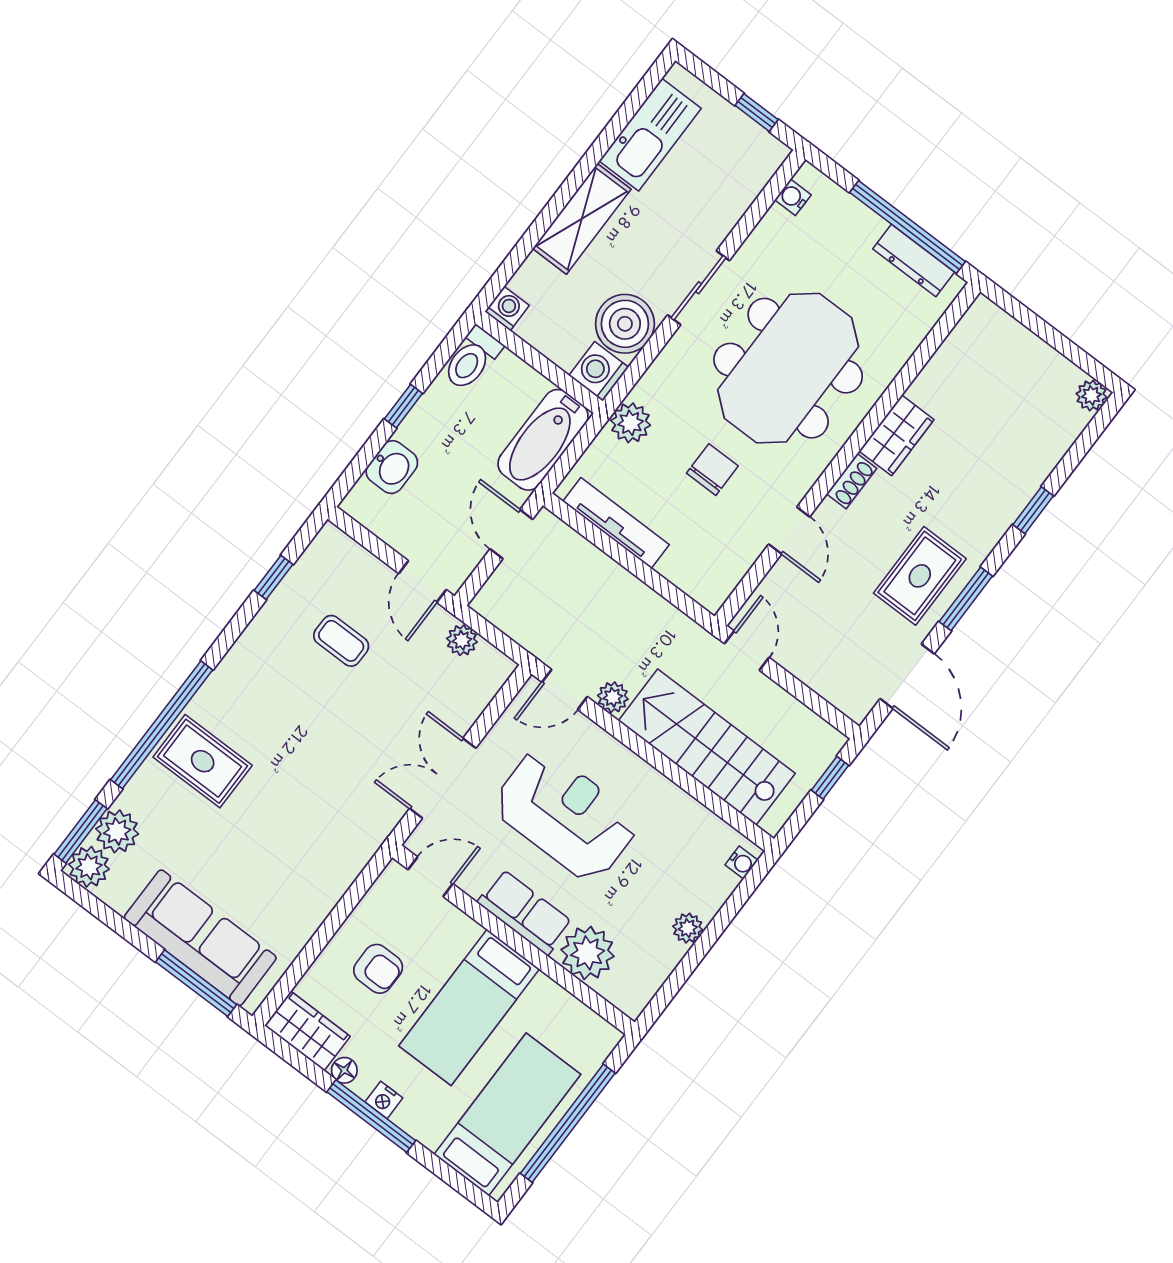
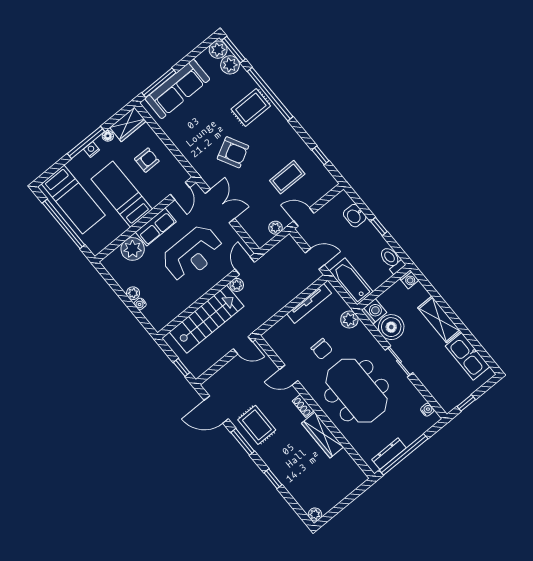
wardrobe: (897, 435) -> (323, 435), width x1.50
coffee table: (341, 641) -> (287, 177), width x1.36, depth x1.30
armchair: (314, 778) -> (233, 152), added
water cooler: (741, 863) -> (140, 304), moved
armchair: (378, 969) -> (147, 160), turned 180

